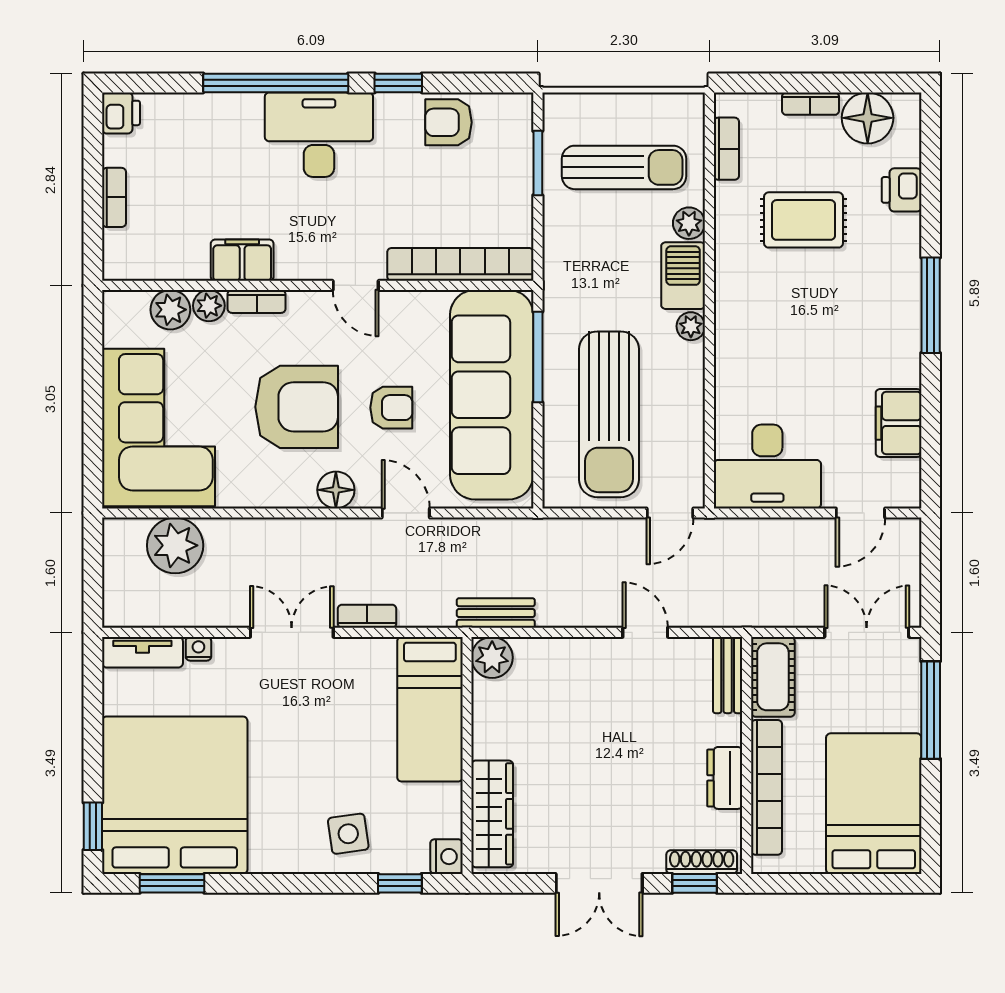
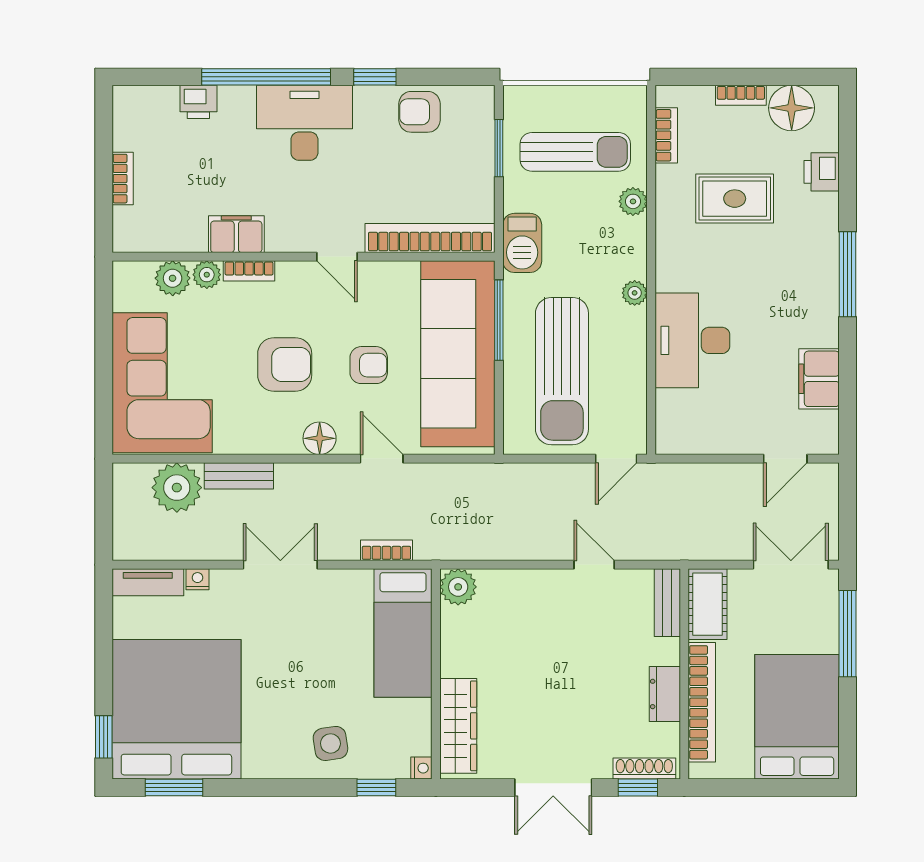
printer: (121, 113) -> (198, 102), moved, turned 90
barbecue: (683, 276) -> (522, 243), moved, turned 180
armchair: (297, 407) -> (285, 364), width x0.73, depth x0.73
desk: (767, 466) -> (692, 340), moved, turned 90
bench: (496, 613) -> (239, 476), moved
bookcase: (367, 616) -> (386, 550), moved
nightstand: (446, 857) -> (421, 768), width x0.72, depth x0.74

